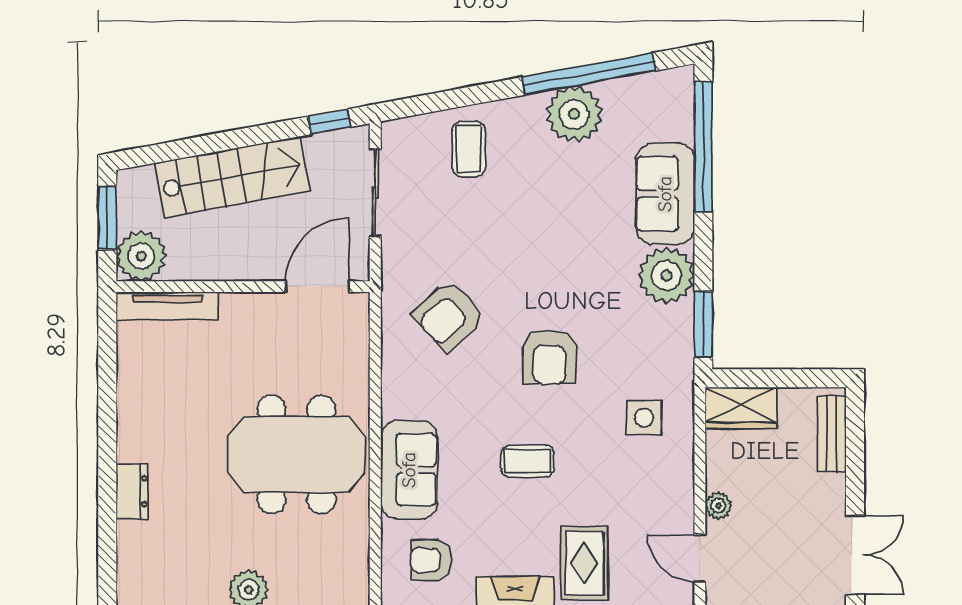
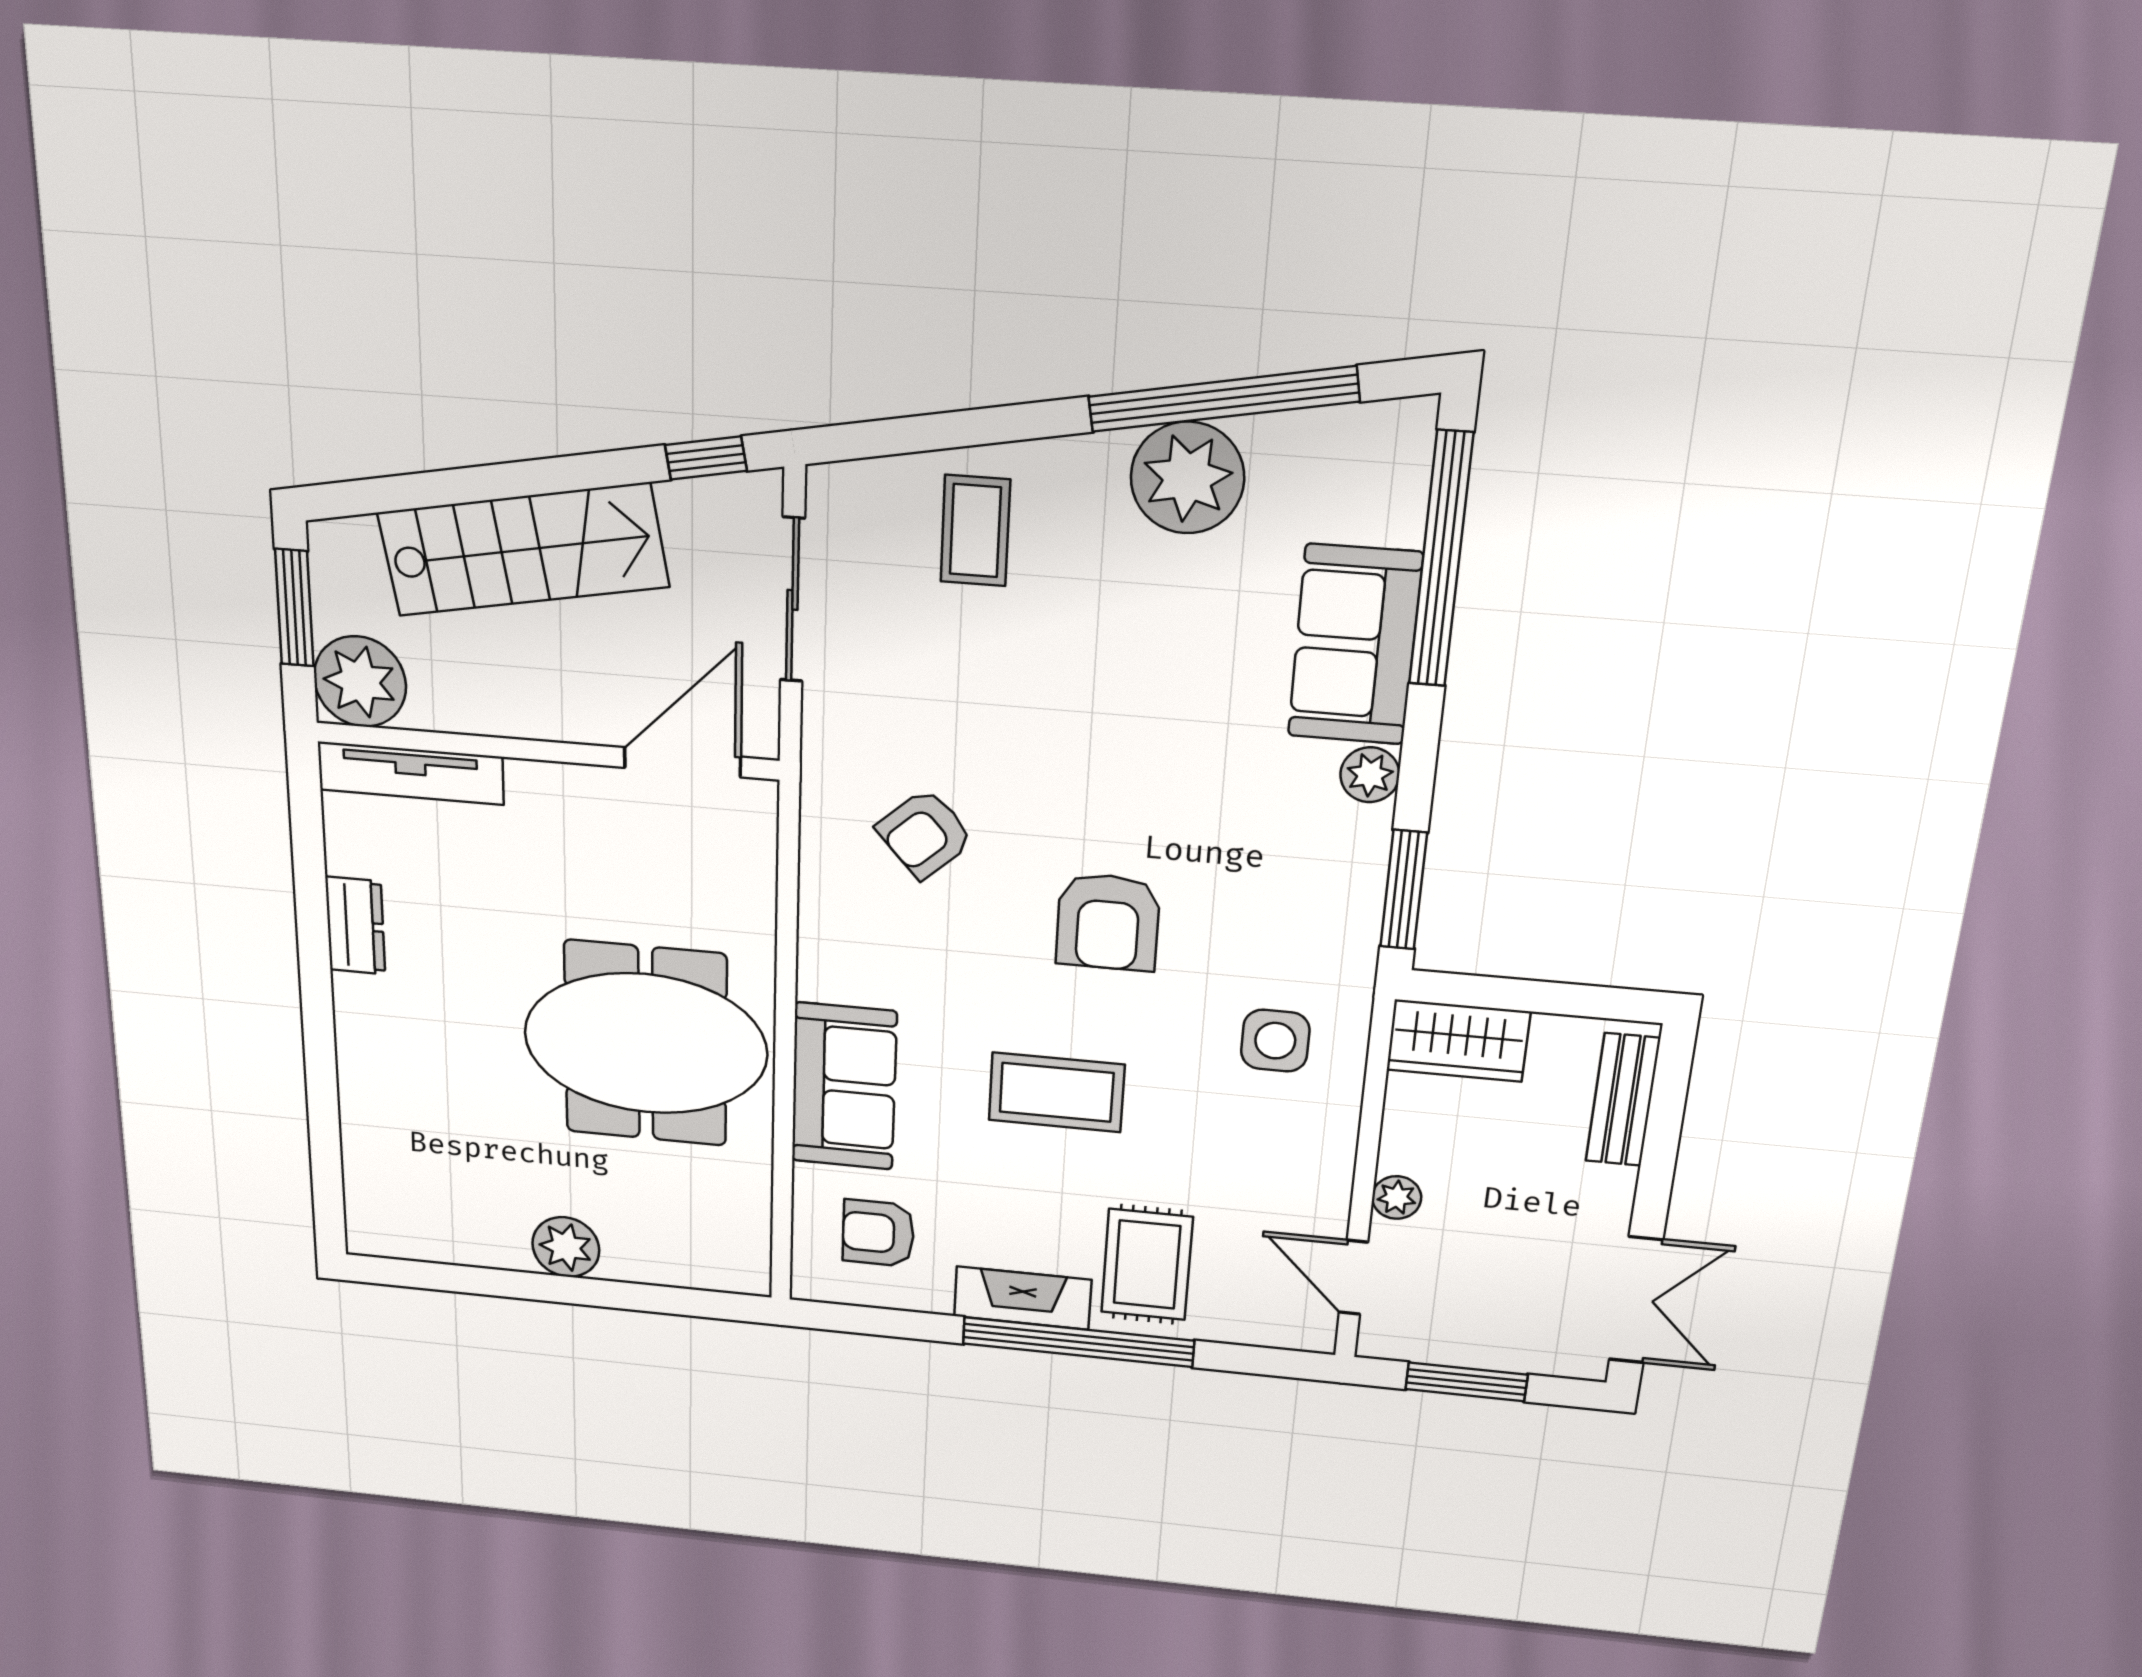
plant: (666, 275) -> (1370, 775), width x0.53, depth x0.53
armchair: (449, 316) -> (925, 834), width x0.72, depth x0.72
coffee table: (527, 461) -> (1057, 1092), width x1.36, depth x1.30
dresser: (132, 491) -> (355, 926), moved

